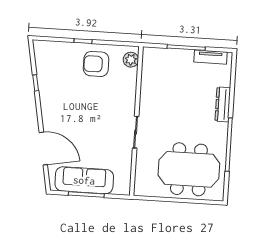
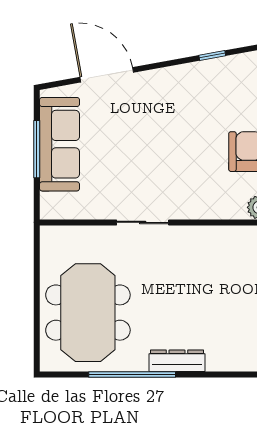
dresser: (223, 104) -> (177, 361), moved
door: (43, 149) -> (107, 75), swing flipped

